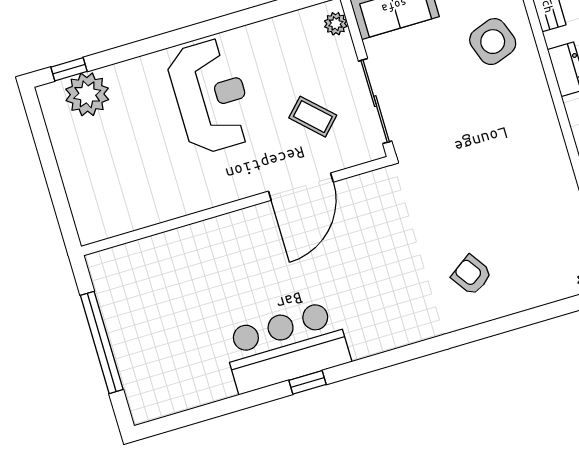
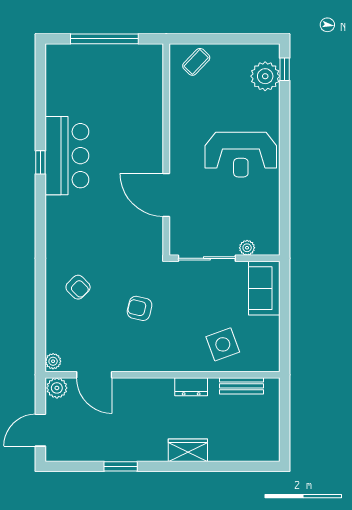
plant: (336, 24) -> (247, 248), moved
coffee table: (313, 117) -> (196, 62), moved
armchair: (476, 177) -> (140, 308), added
armchair: (472, 275) -> (78, 287), turned 80

